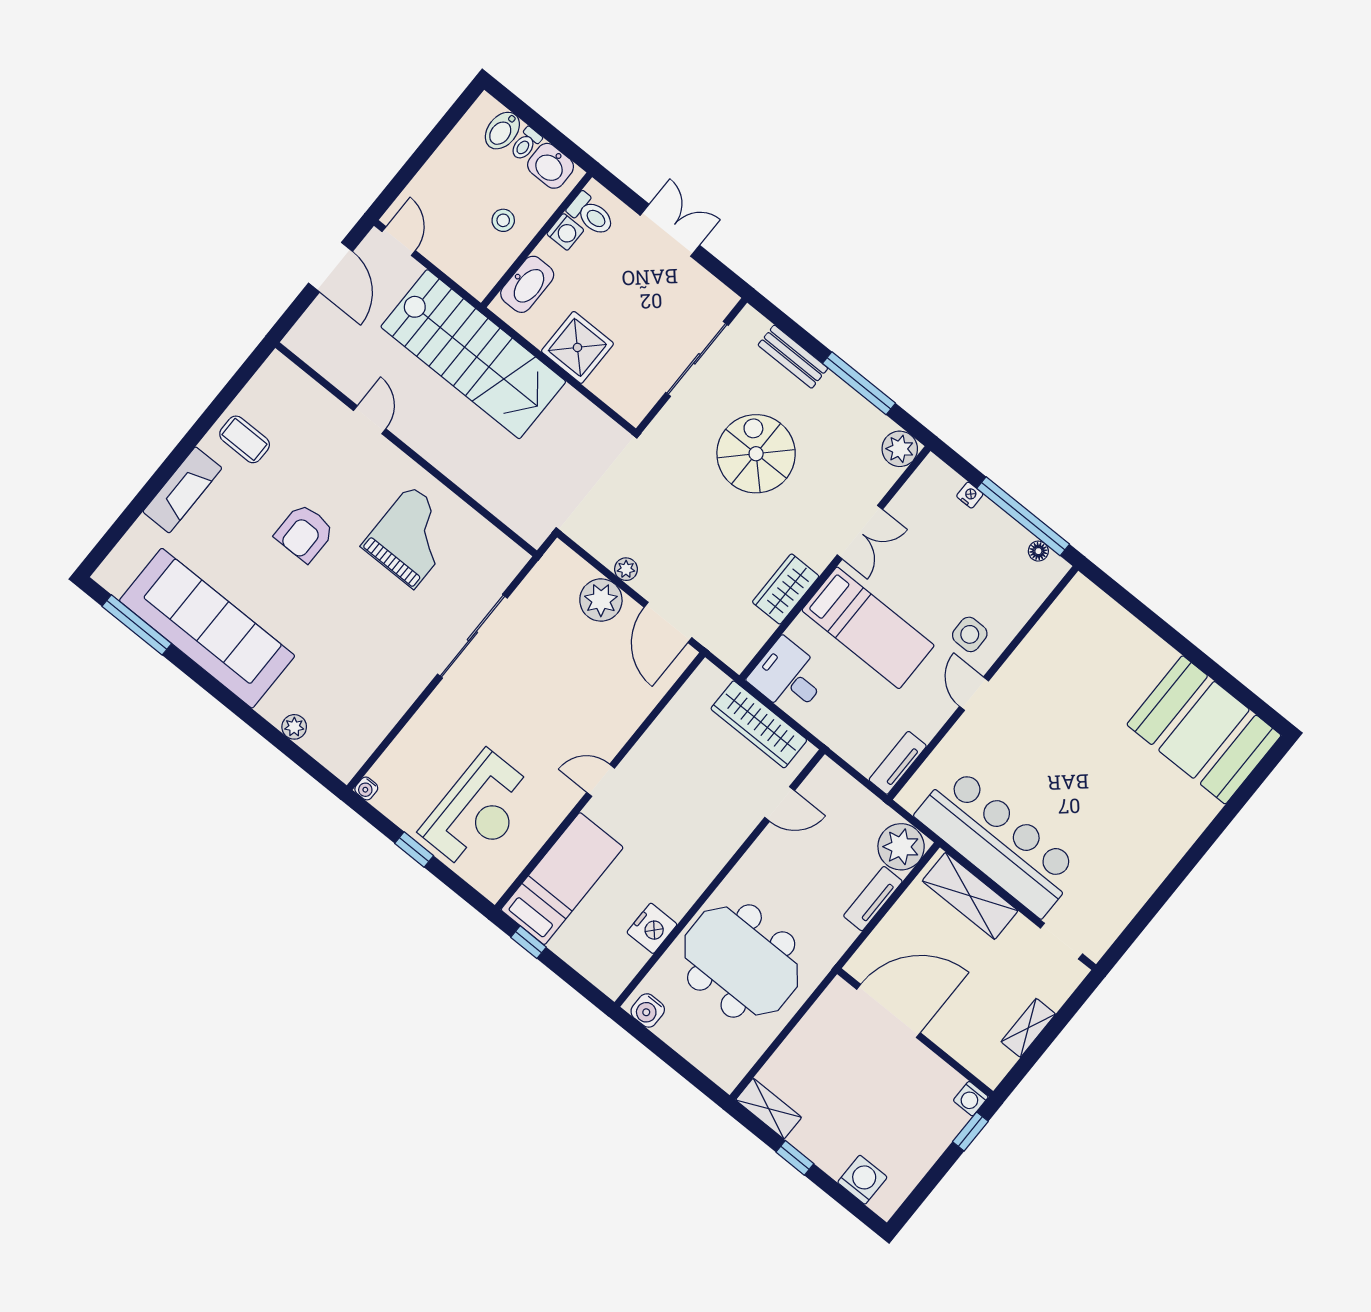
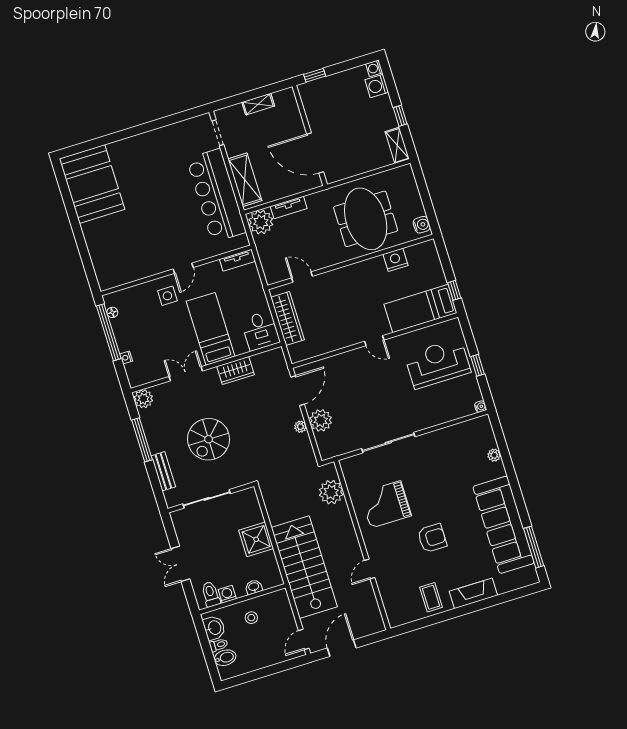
washbasin: (527, 284) -> (254, 587), width x0.52, depth x0.69
plant: (510, 499) -> (331, 492), added
washing machine: (971, 1099) -> (374, 68), moved, turned 180

